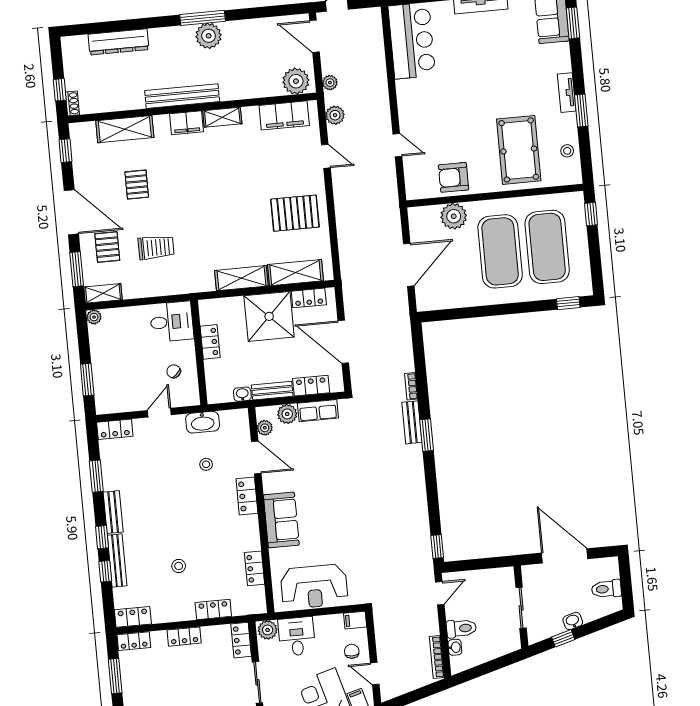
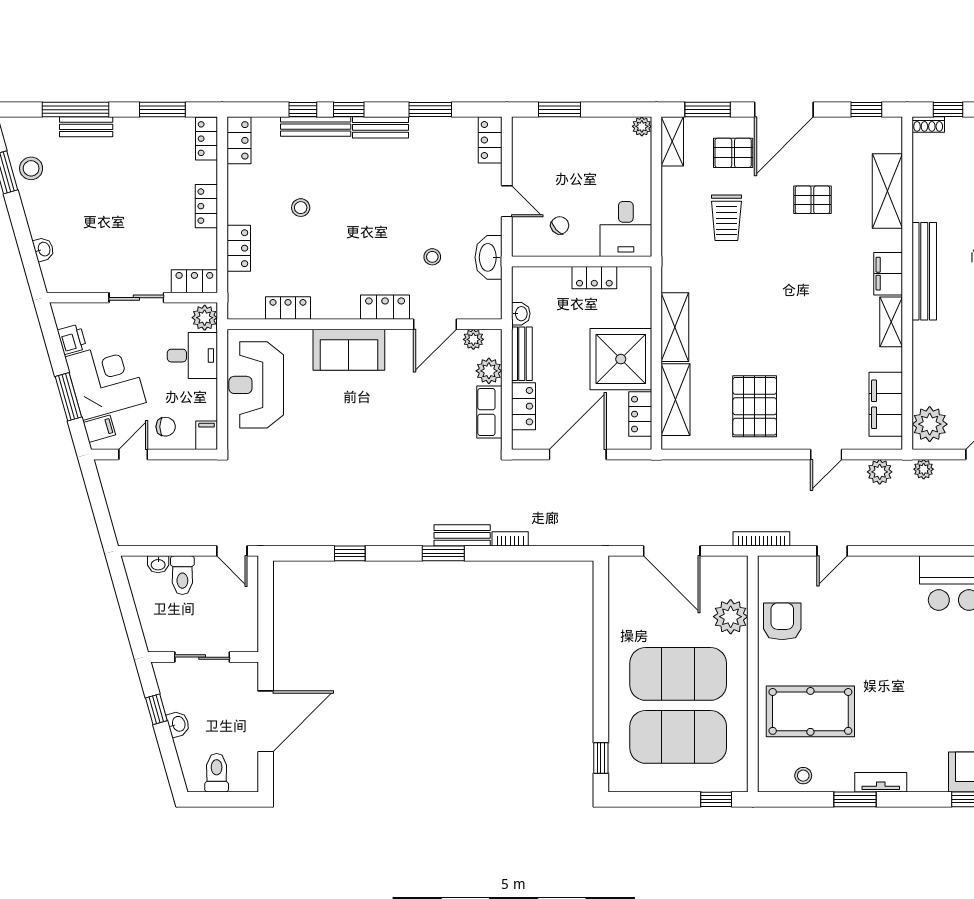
window: (437, 546) -> (350, 553), moved
bookcase: (437, 657) -> (761, 539), moved

